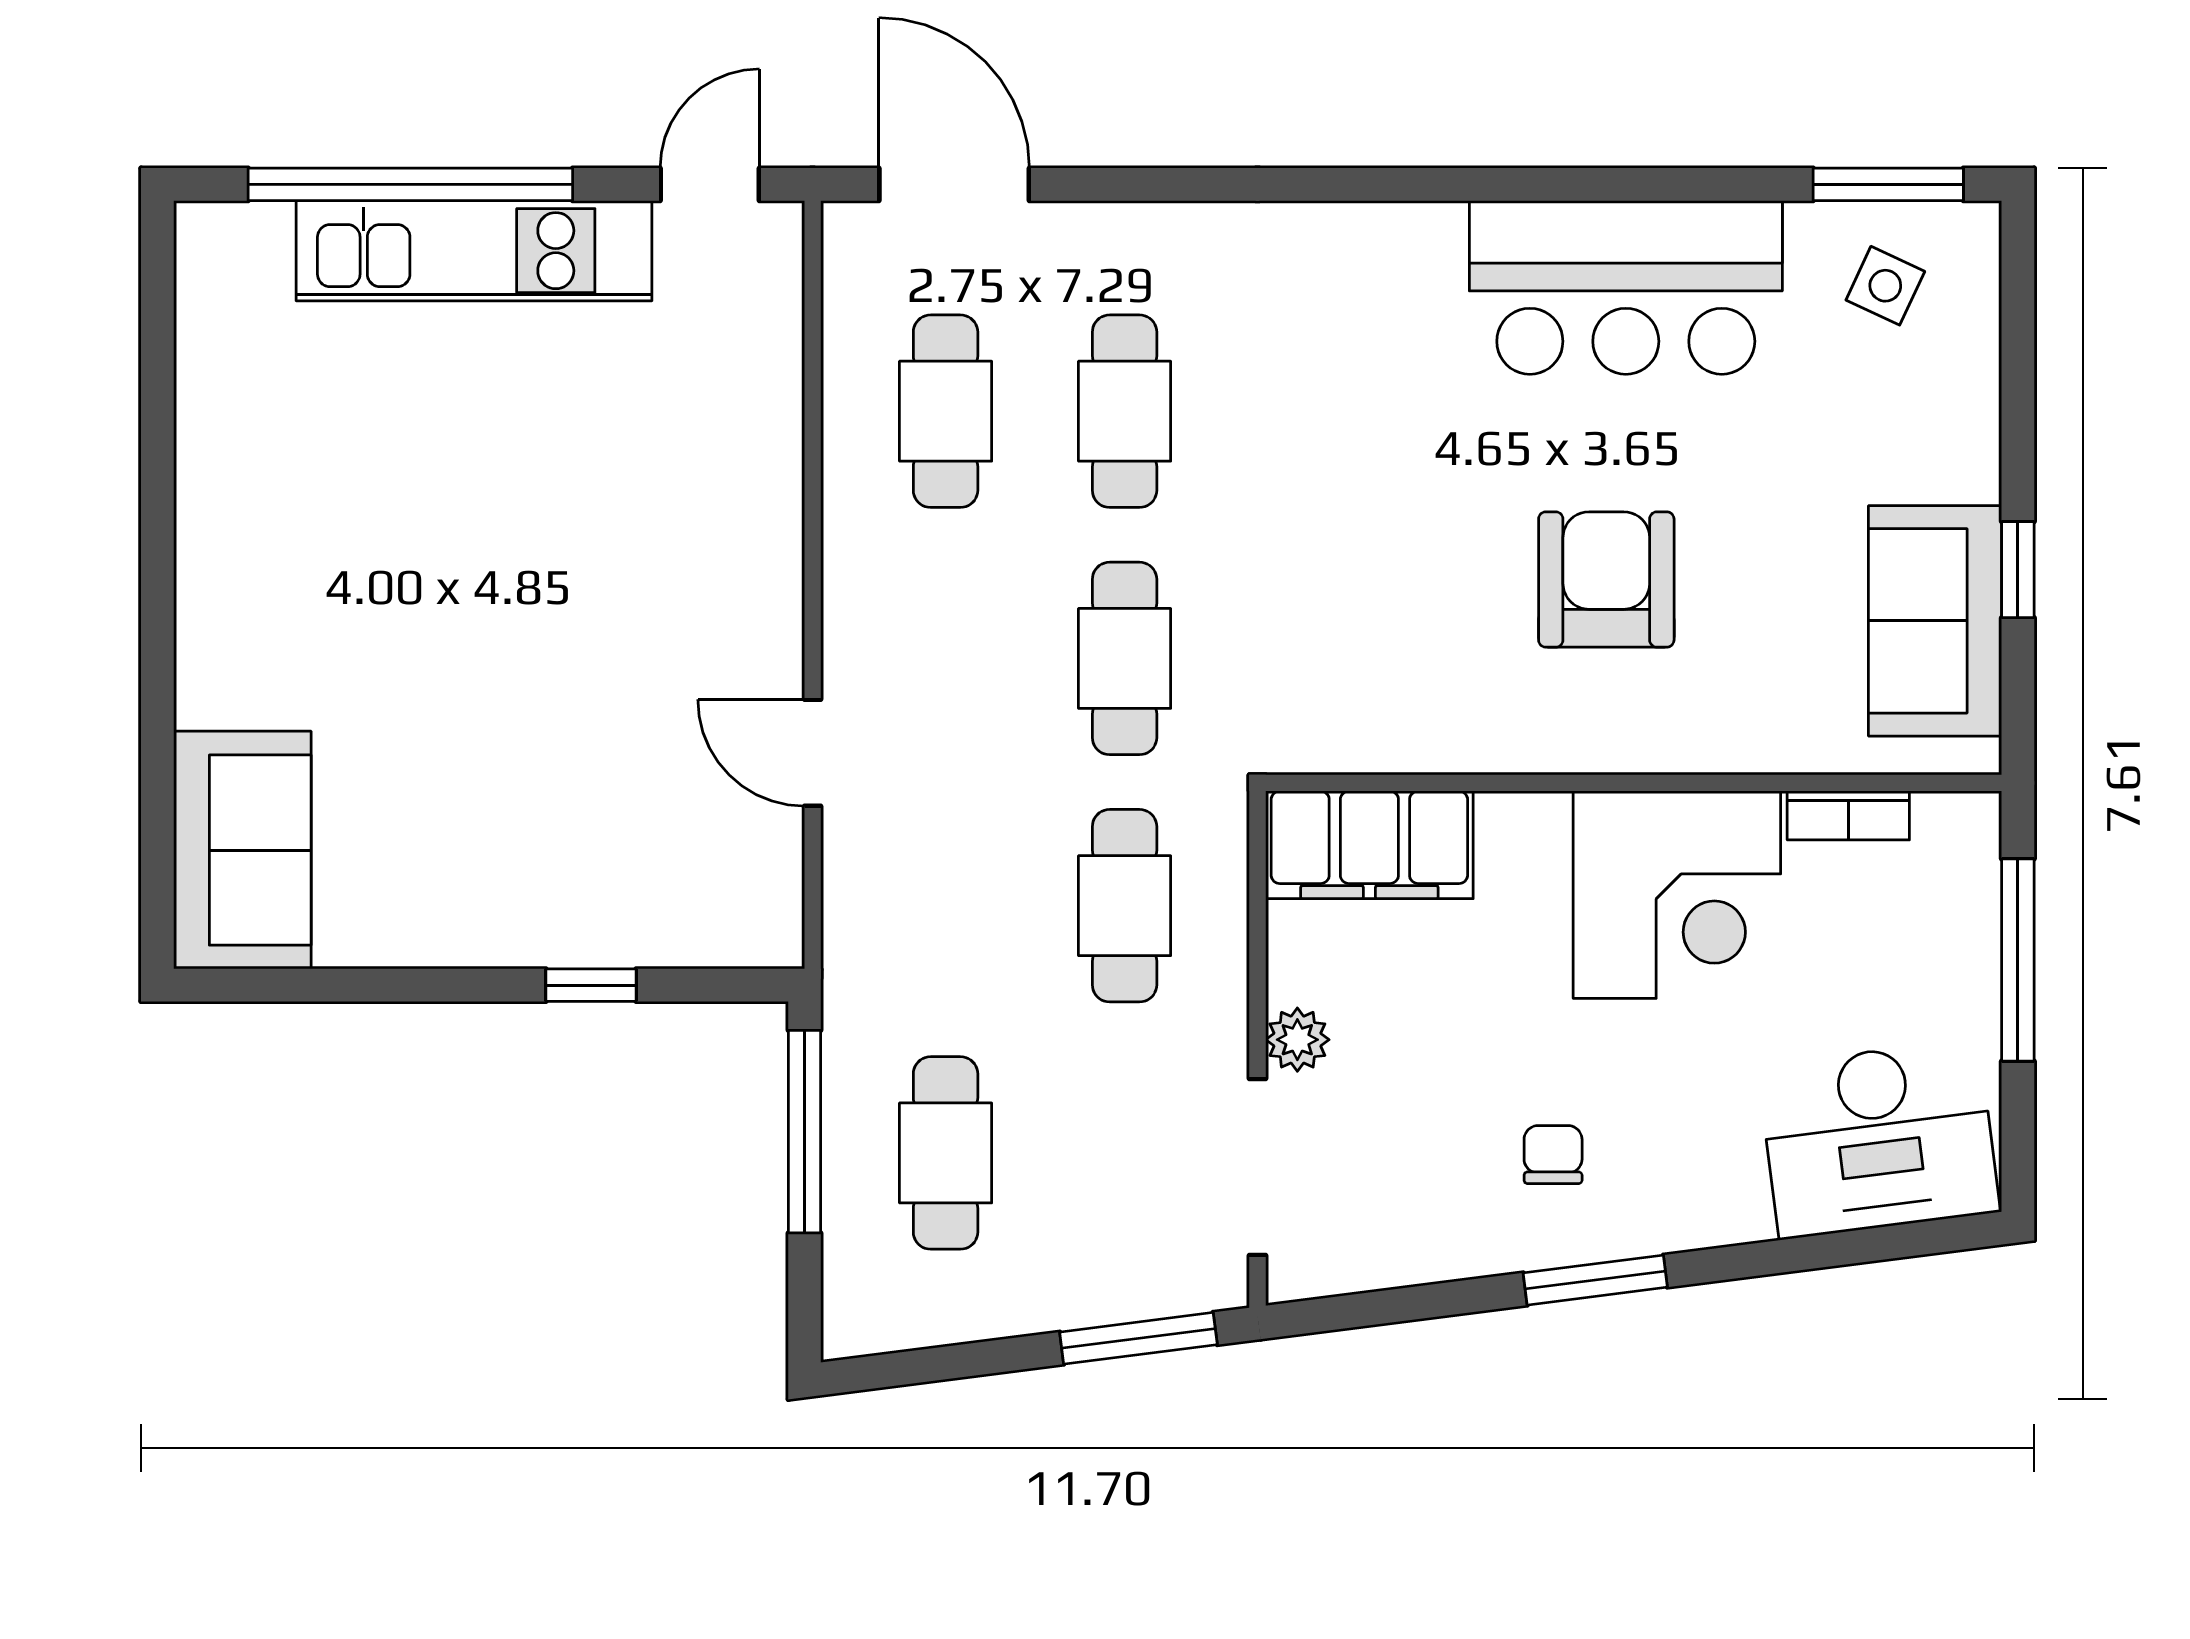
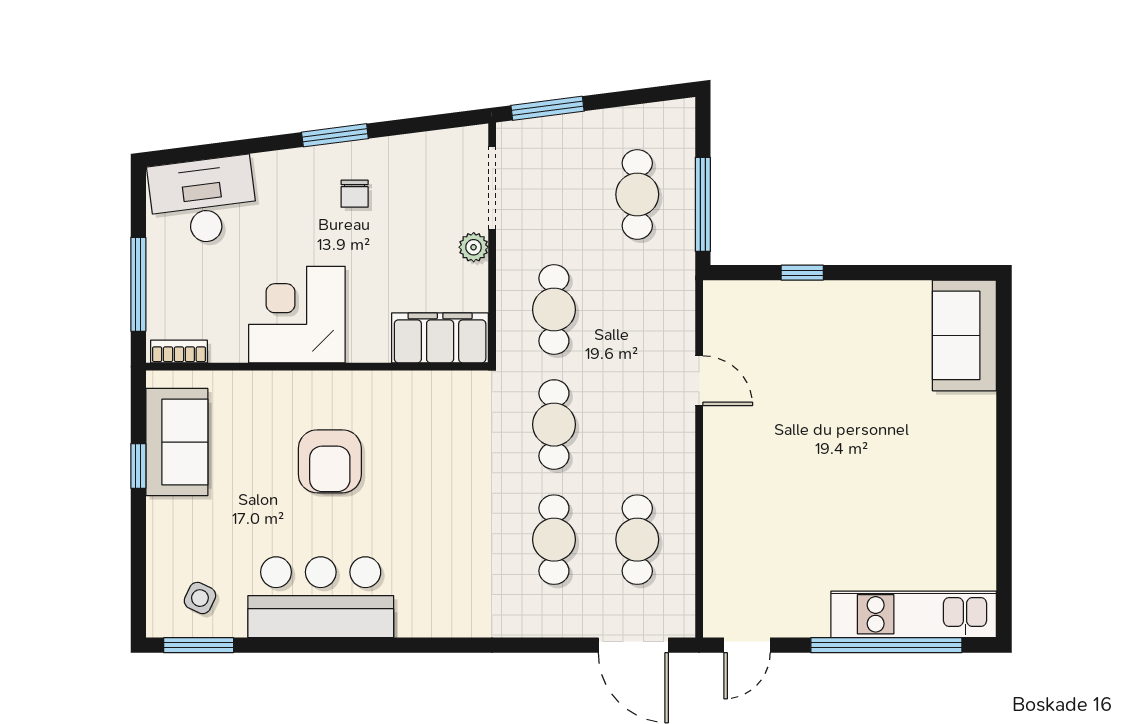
kitchen unit: (474, 251) -> (914, 614), moved
bookcase: (1848, 815) -> (179, 352), moved

